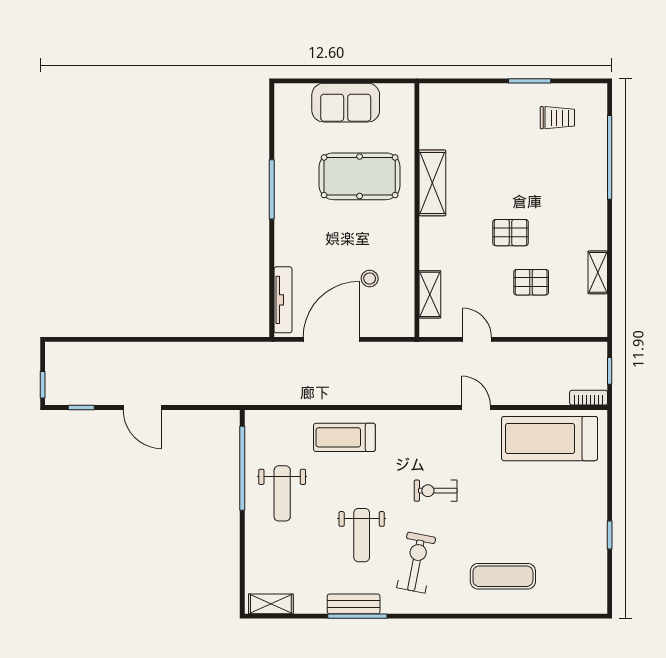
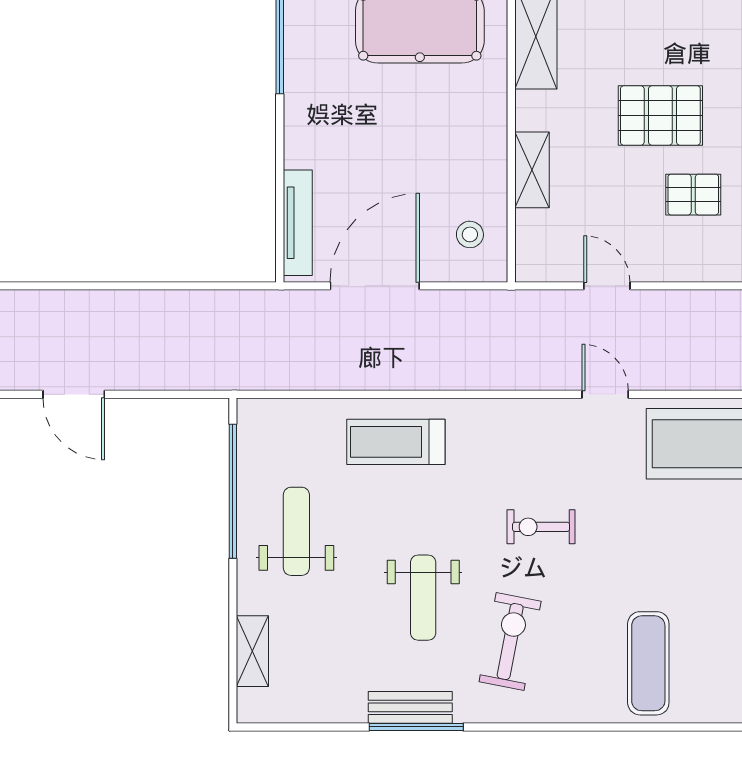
pallet: (511, 233) -> (660, 115), width x1.50, depth x1.42
stool: (370, 278) -> (470, 234), moved
shelving: (430, 294) -> (532, 170), moved
weight bench: (282, 493) -> (296, 531), turned 180
exercise mat: (503, 576) -> (648, 663), turned 90
shelving: (271, 604) -> (252, 651), moved, turned 90

